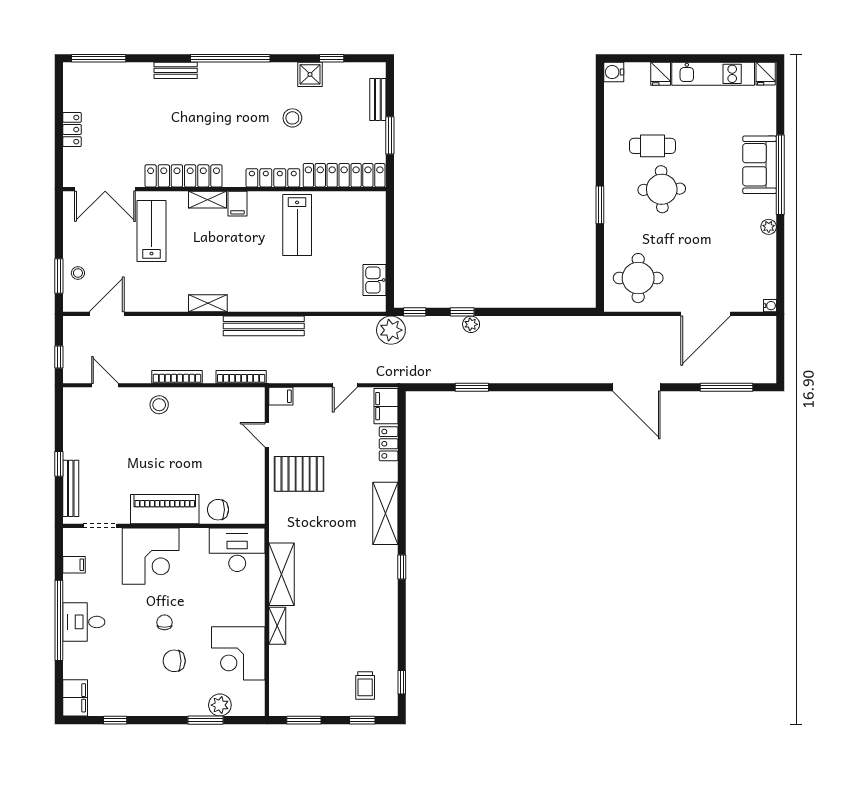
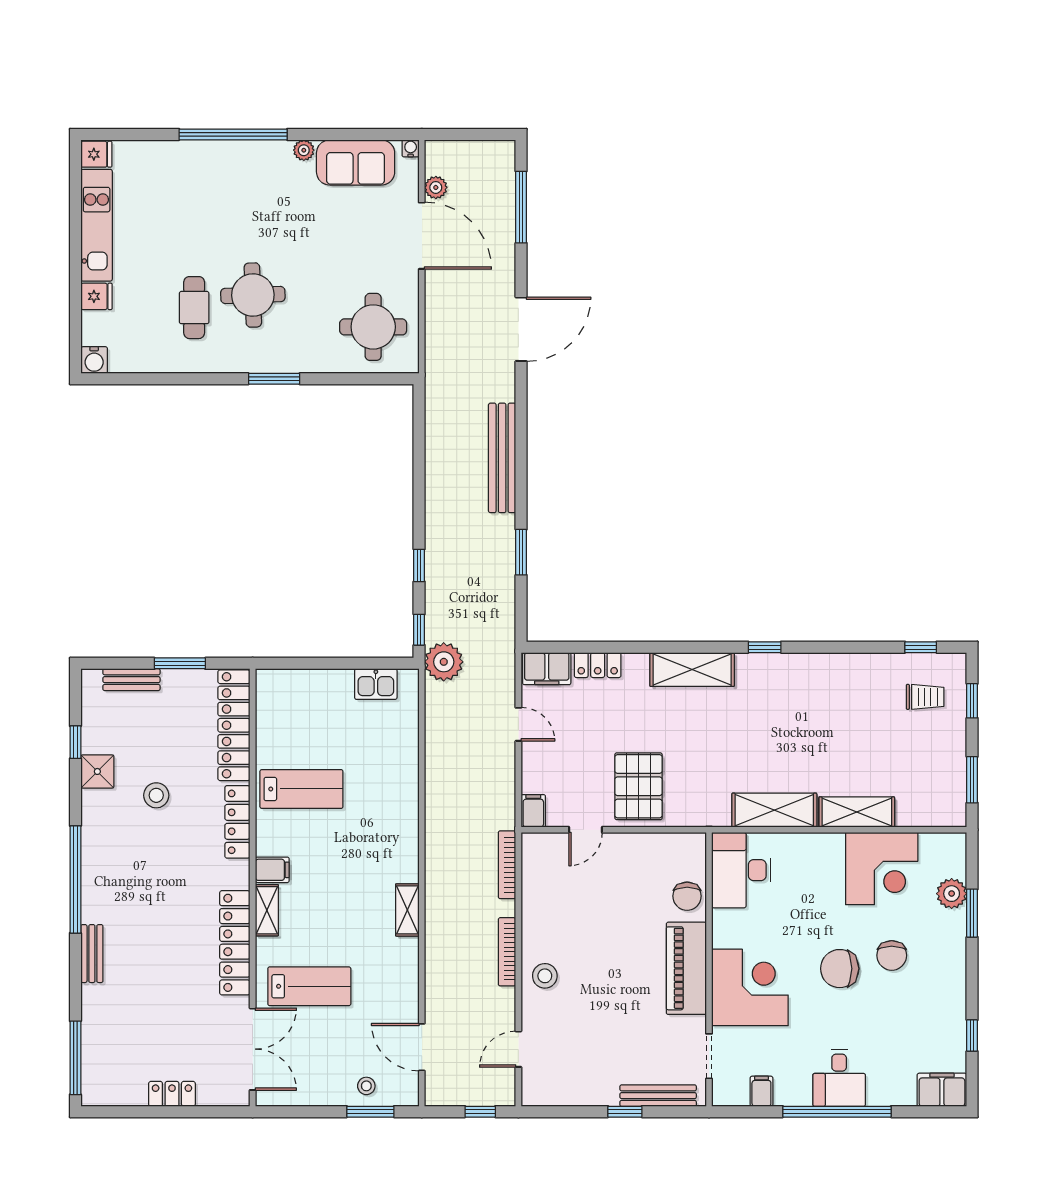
sofa: (760, 165) -> (356, 162), moved
lab bench: (151, 231) -> (309, 986), turned 180
plant: (471, 324) -> (436, 187), moved
bench: (264, 326) -> (502, 458), moved
chair: (165, 622) -> (840, 969), width x1.87, depth x1.87
shelving: (277, 626) -> (857, 812), width x1.50, depth x1.33

